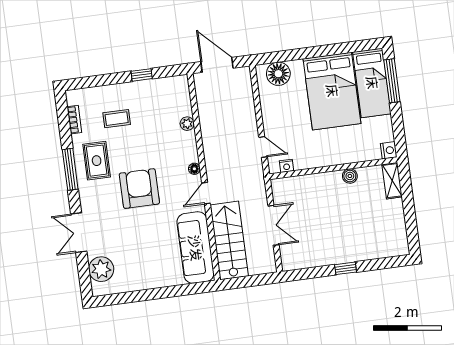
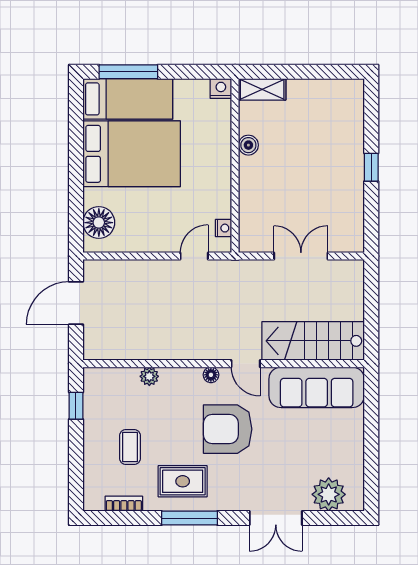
plant: (187, 124) -> (149, 376), moved
floor lamp: (194, 169) -> (211, 375), moved
wall: (204, 177) -> (224, 364), moved
door: (206, 193) -> (246, 364), moved
stairs: (229, 240) -> (313, 341), moved
sofa: (195, 248) -> (317, 387), moved

